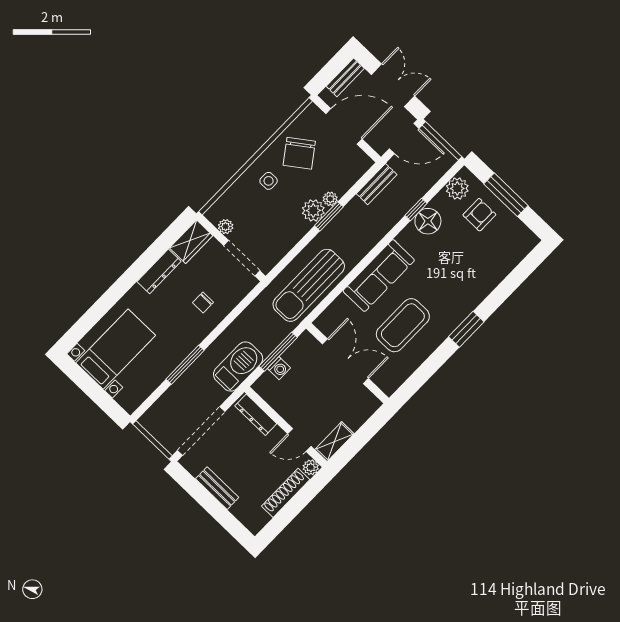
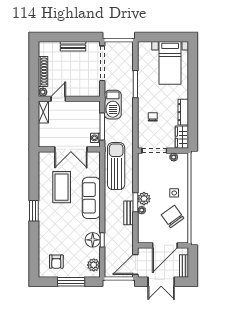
bench: (377, 184) -> (129, 213), moved
armchair: (479, 215) -> (56, 262), moved
washing machine: (279, 368) -> (95, 138), moved
dresser: (256, 415) -> (86, 92), removed

